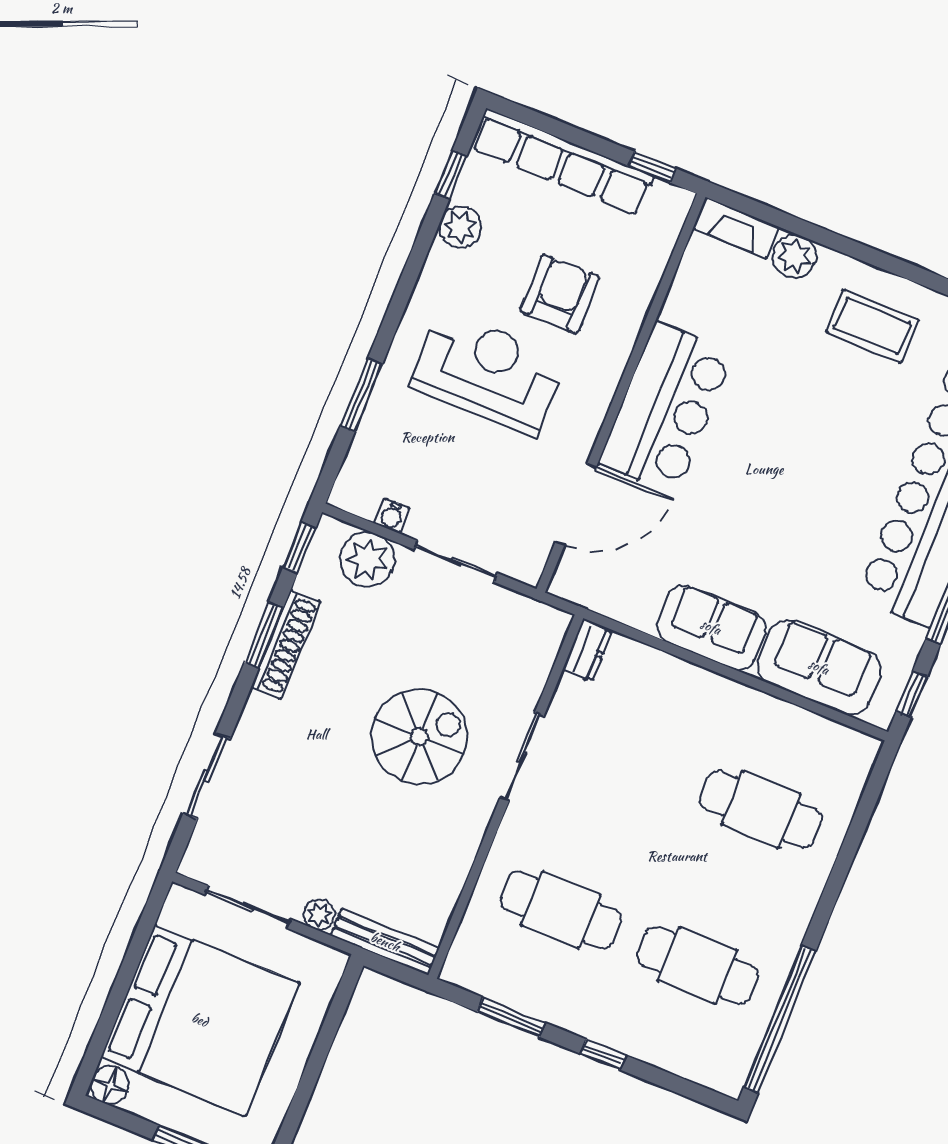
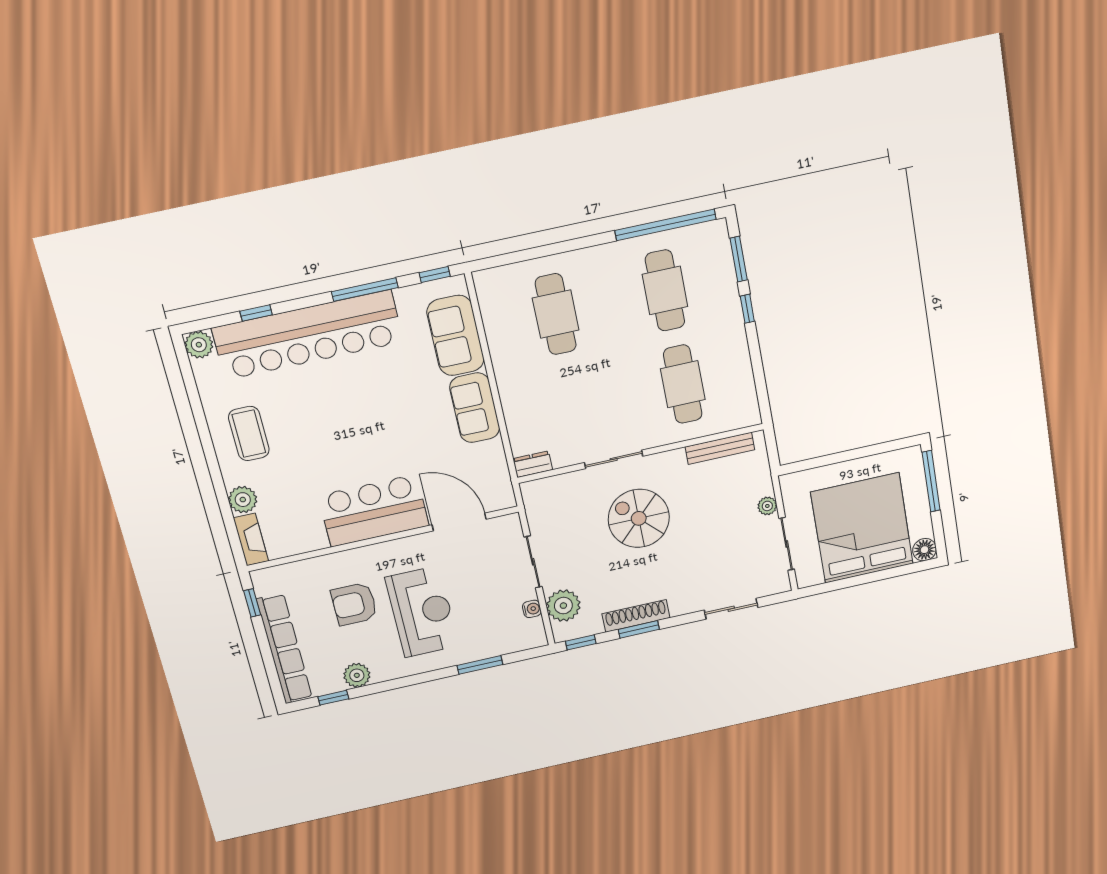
reception desk: (488, 372) -> (422, 612), turned 180
bench: (385, 942) -> (720, 448), moved, turned 90
window: (511, 1017) -> (739, 259), moved

